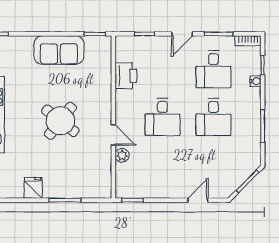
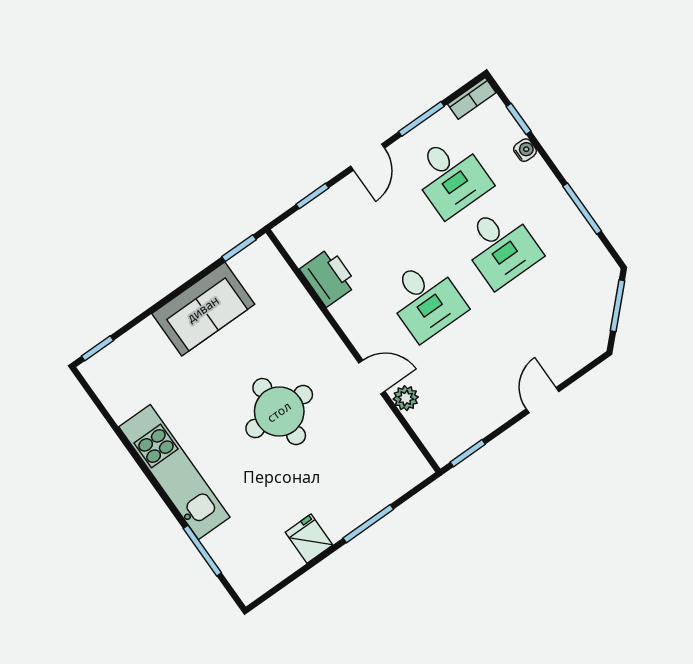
round table: (60, 121) -> (279, 412), turned -38
door: (198, 200) -> (543, 400), moved

